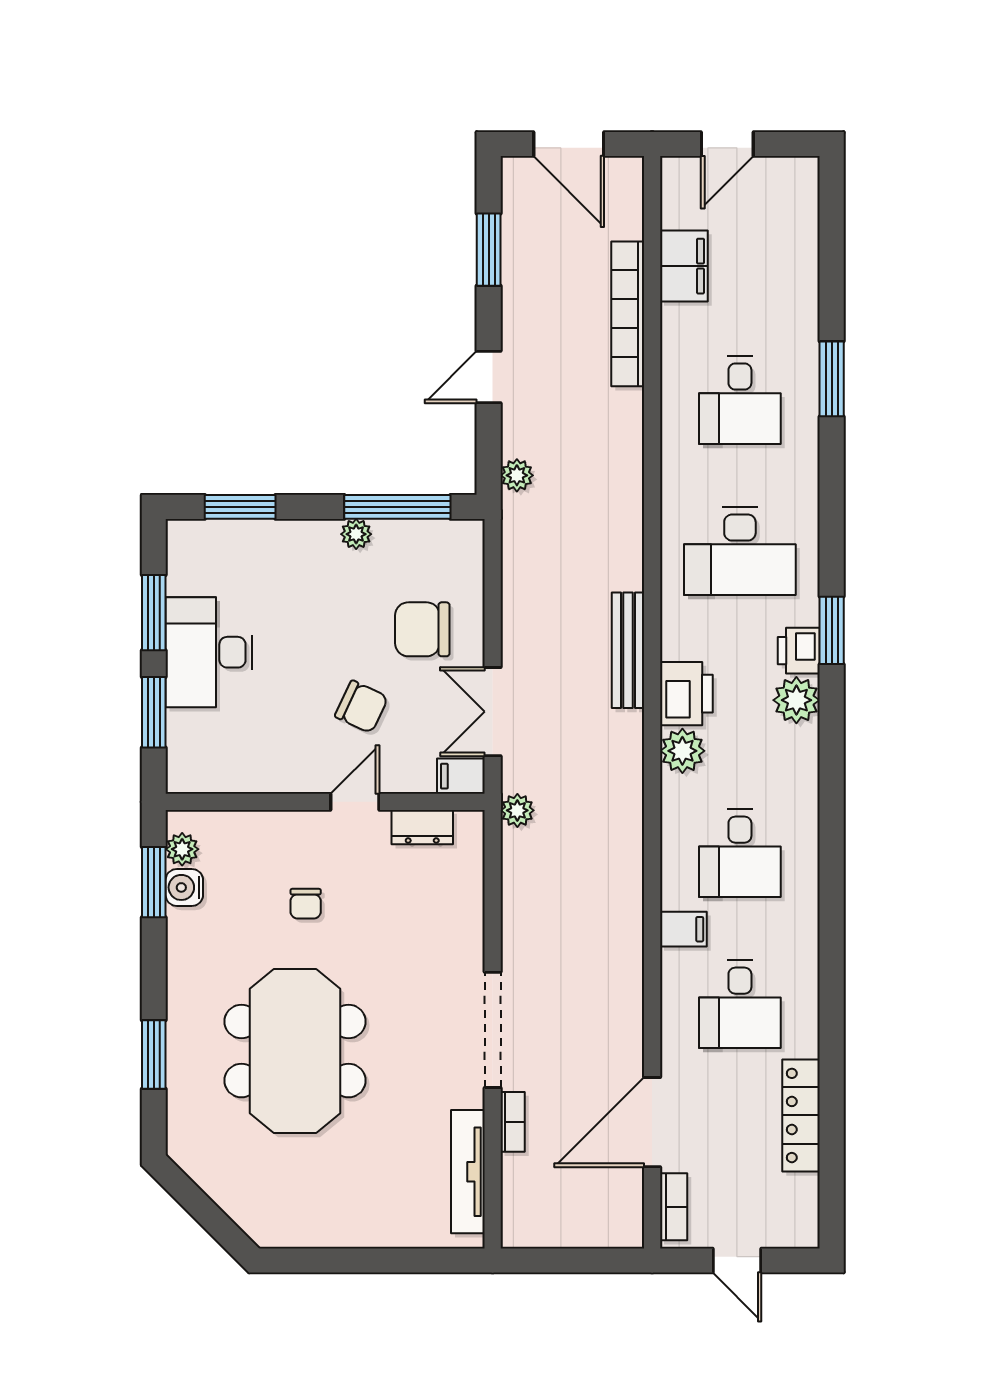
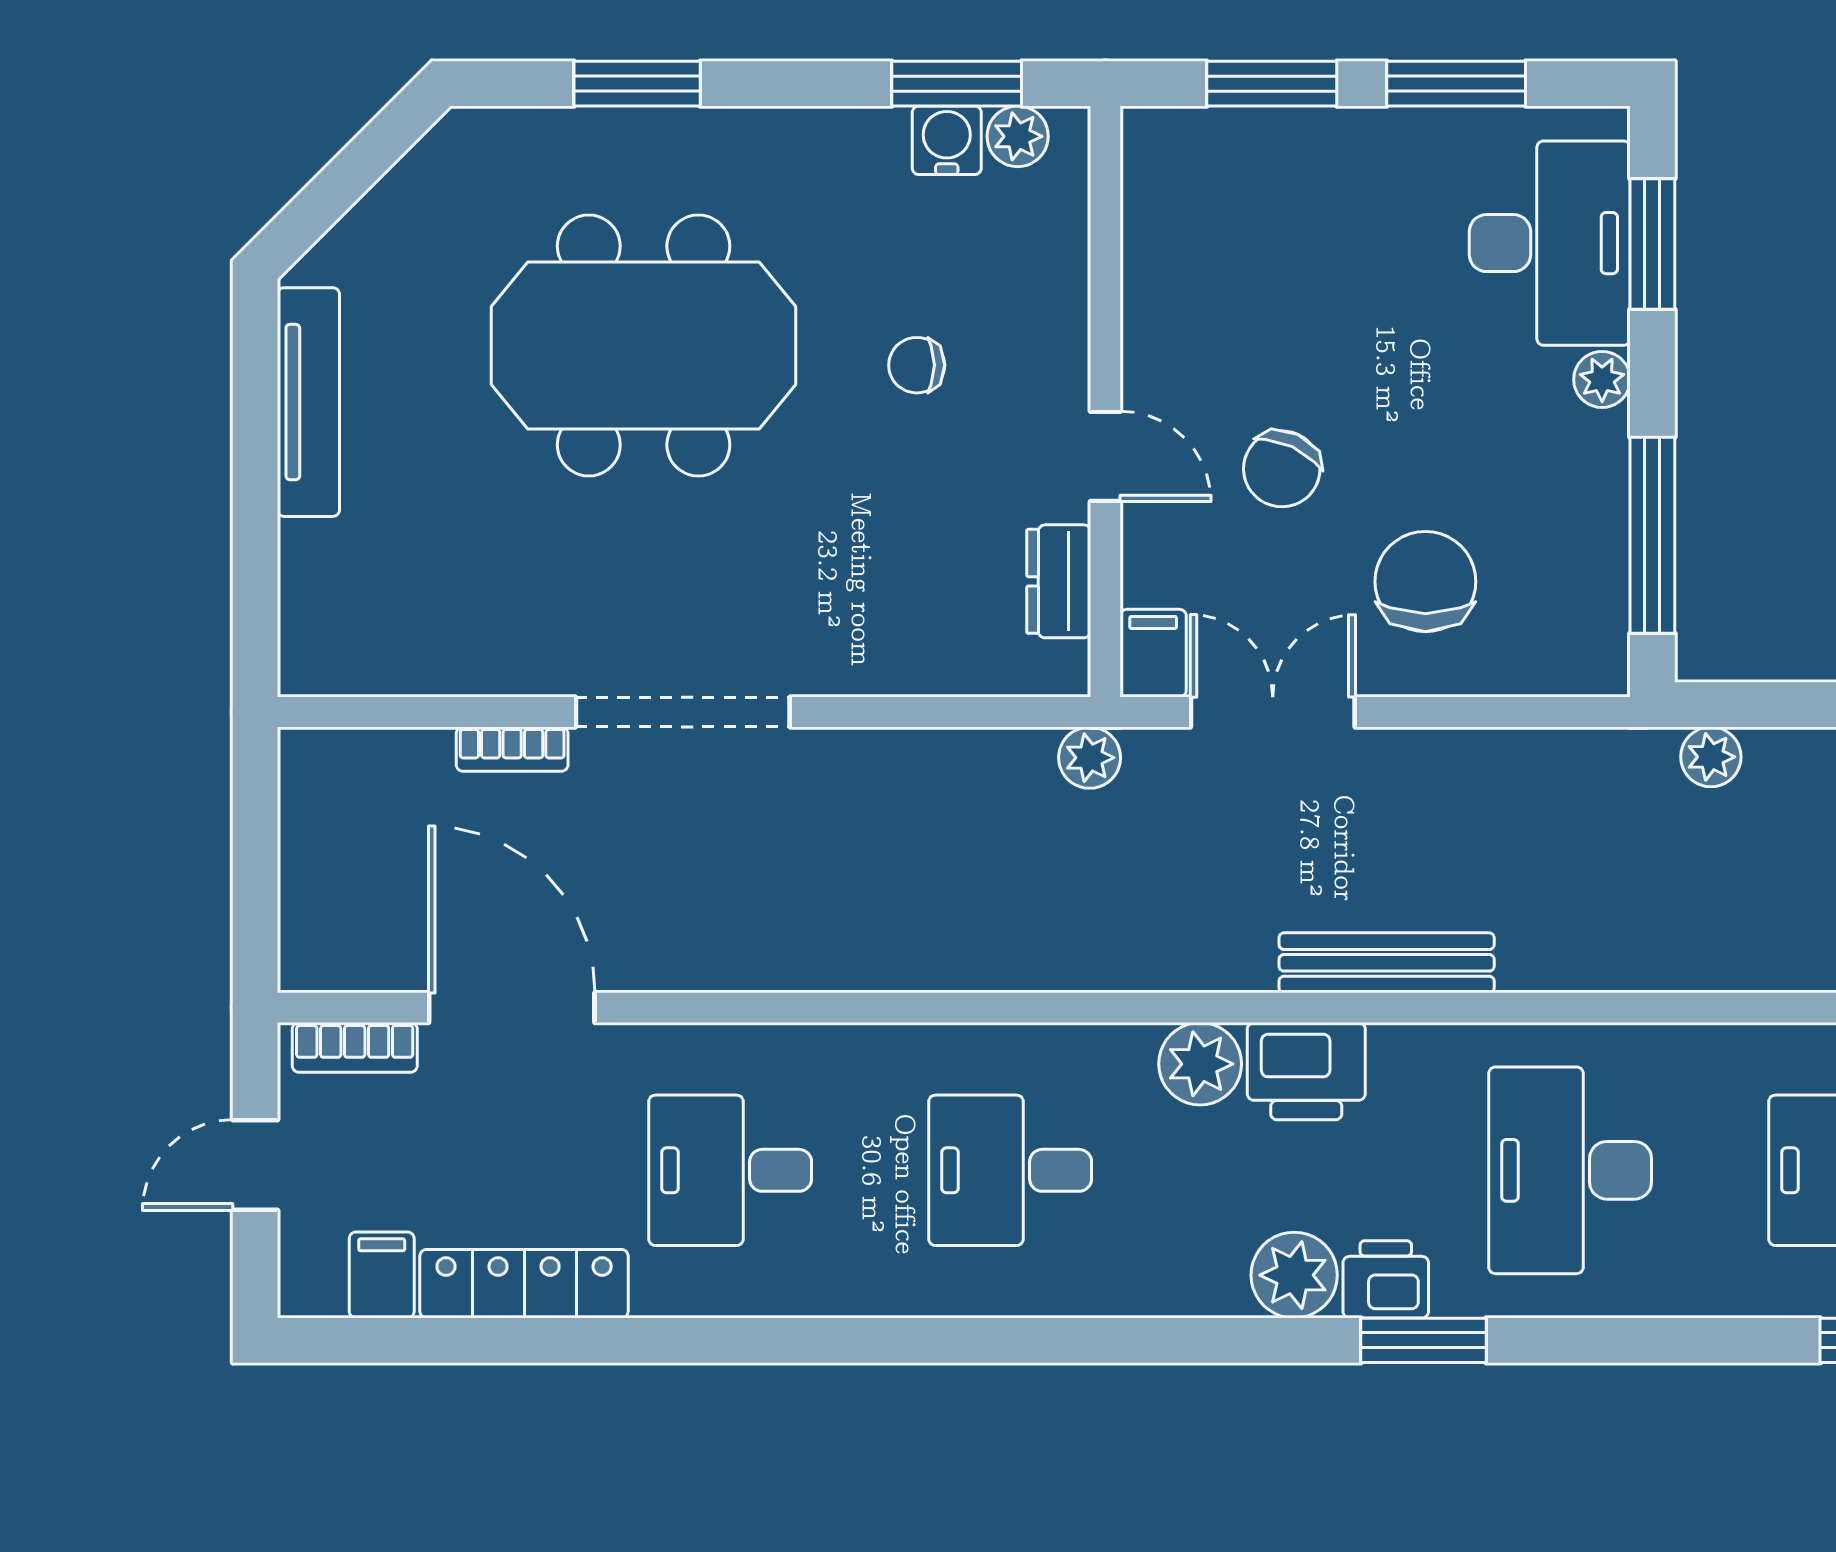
plant: (356, 534) -> (1602, 379), moved
desk: (209, 652) -> (1550, 243), moved, turned 90
filing cabinet: (683, 929) -> (382, 1275), moved, turned 180
tv unit: (468, 1172) -> (308, 402), moved, turned 90

